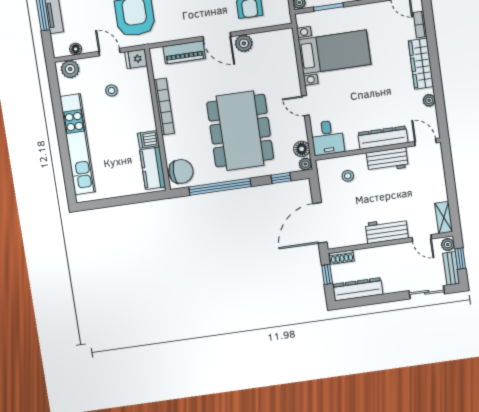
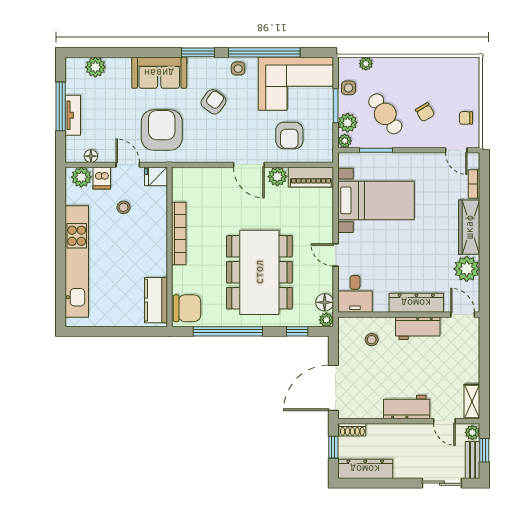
piano: (184, 52) -> (311, 177), moved
plant: (429, 100) -> (467, 269), width x1.88, depth x1.88
dishwasher: (148, 139) -> (102, 178), moved, turned -90

